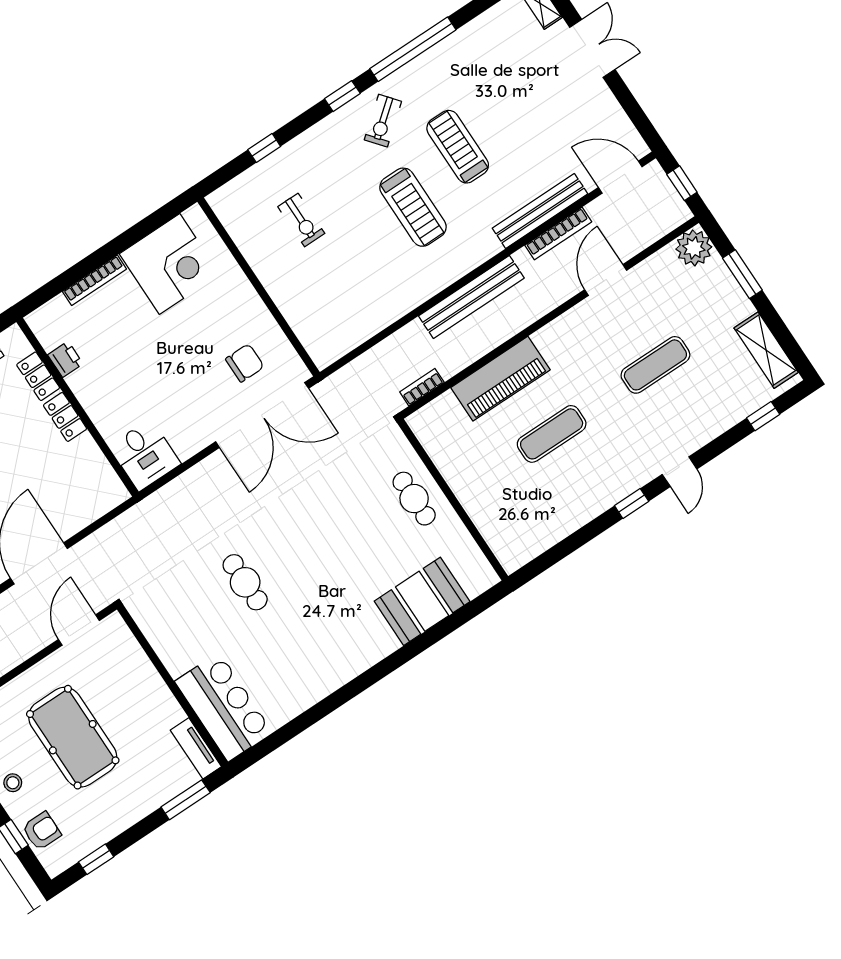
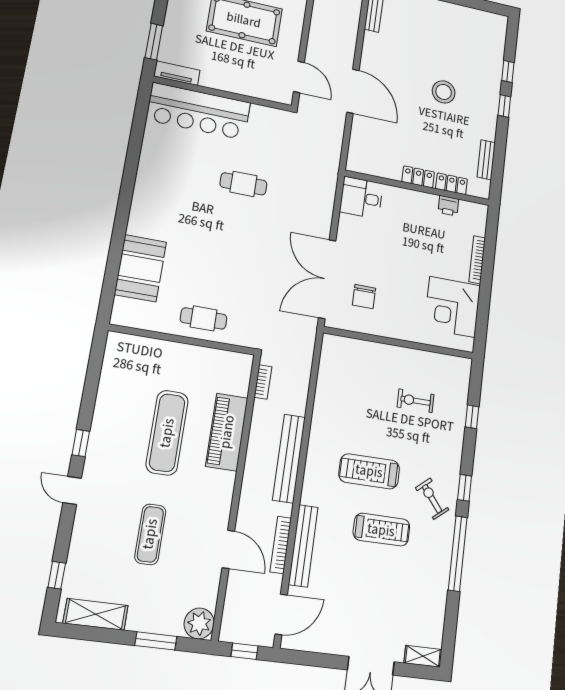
exercise mat: (552, 434) -> (167, 433), width x1.36, depth x1.45
bar counter: (224, 707) -> (199, 111), width x1.36

